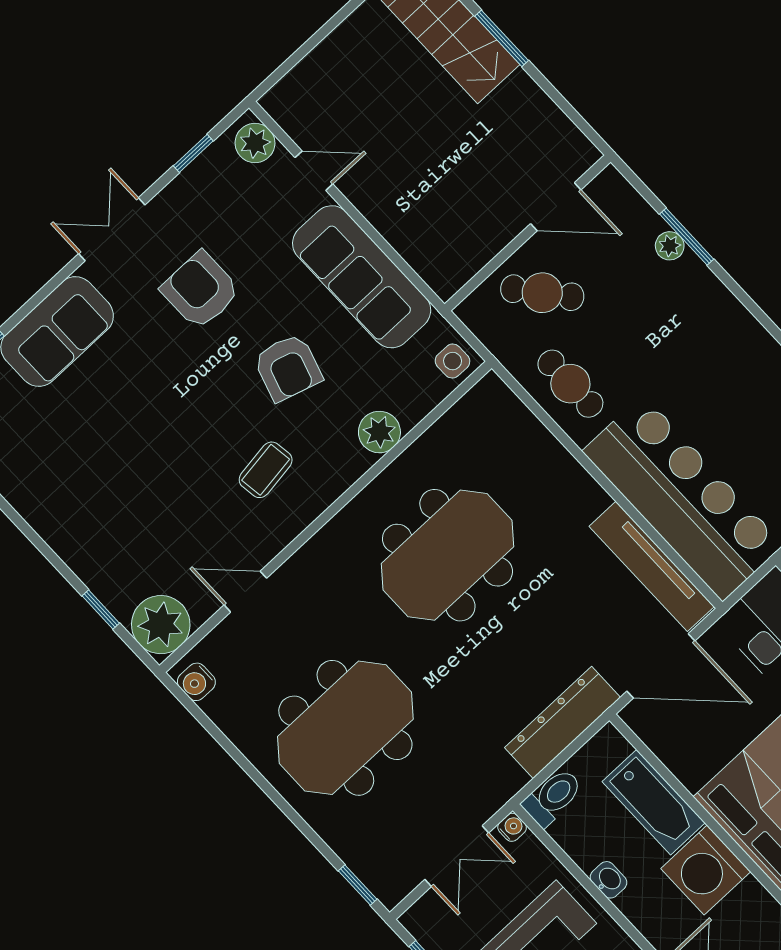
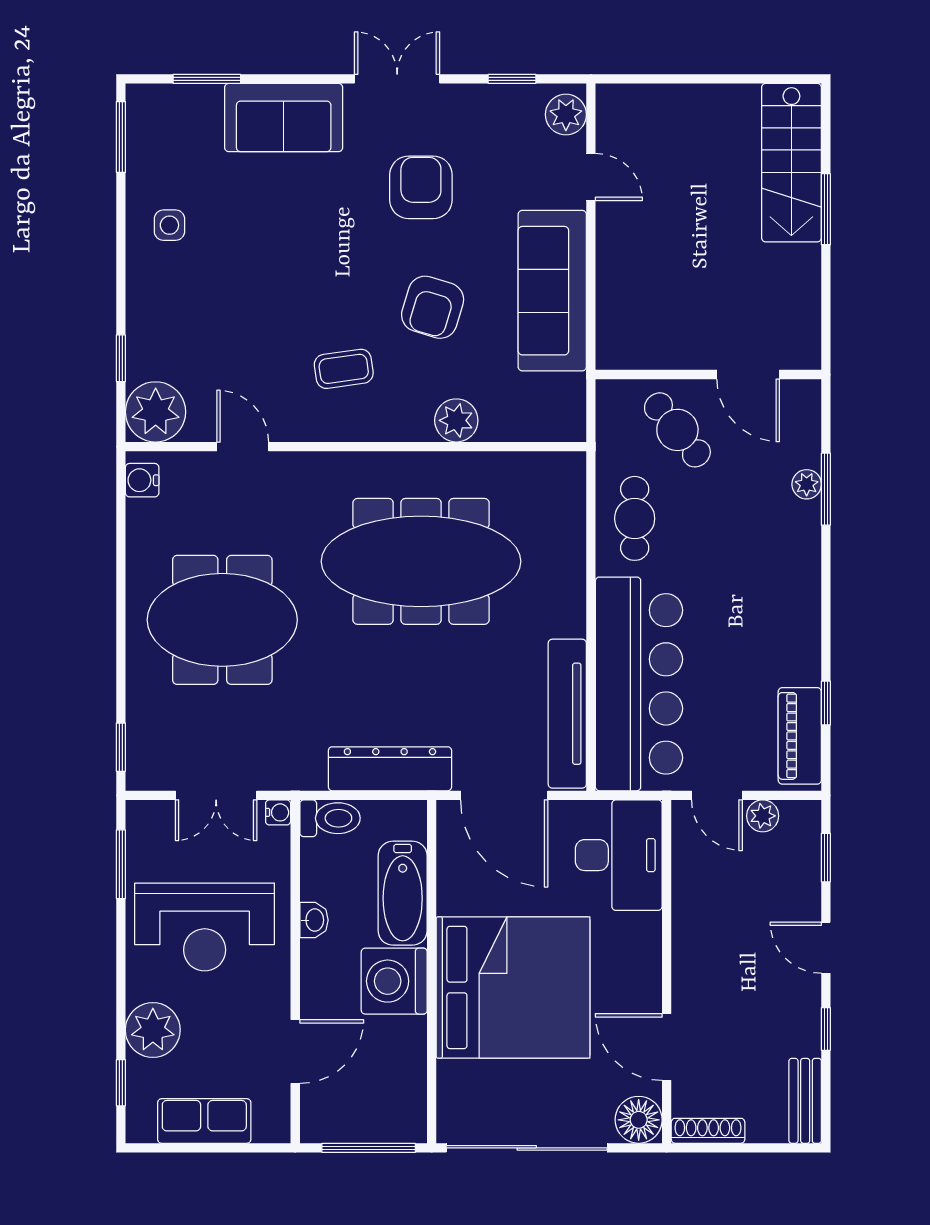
side table: (453, 361) -> (169, 225), moved
meeting table: (447, 555) -> (421, 561), width x1.36

